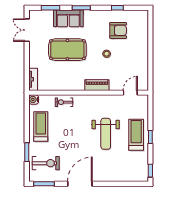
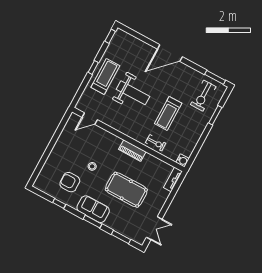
sofa: (68, 18) -> (93, 209), moved
piano: (97, 85) -> (132, 151), moved
treadmill: (41, 126) -> (168, 113), moved
weight bench: (106, 134) -> (133, 93), turned 90
treadmill: (136, 135) -> (105, 77), turned 180
exercise bike: (46, 163) -> (203, 96), turned -90
door: (80, 184) -> (170, 53), moved

